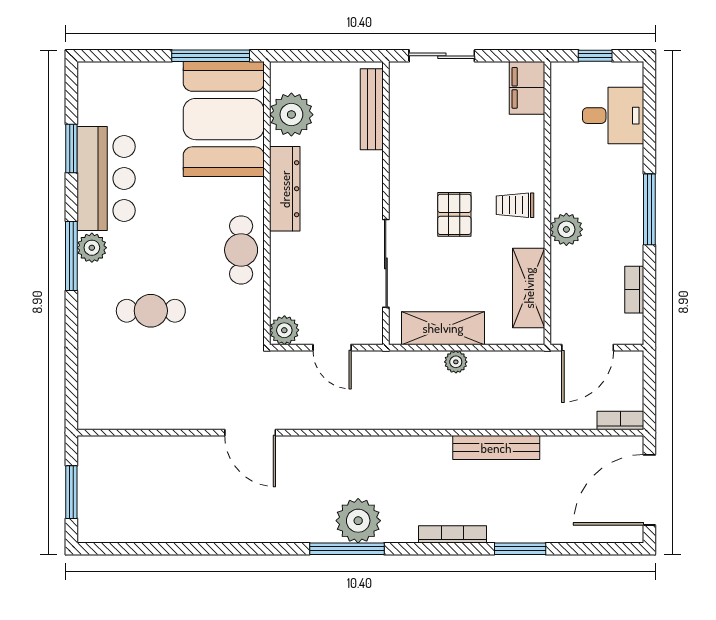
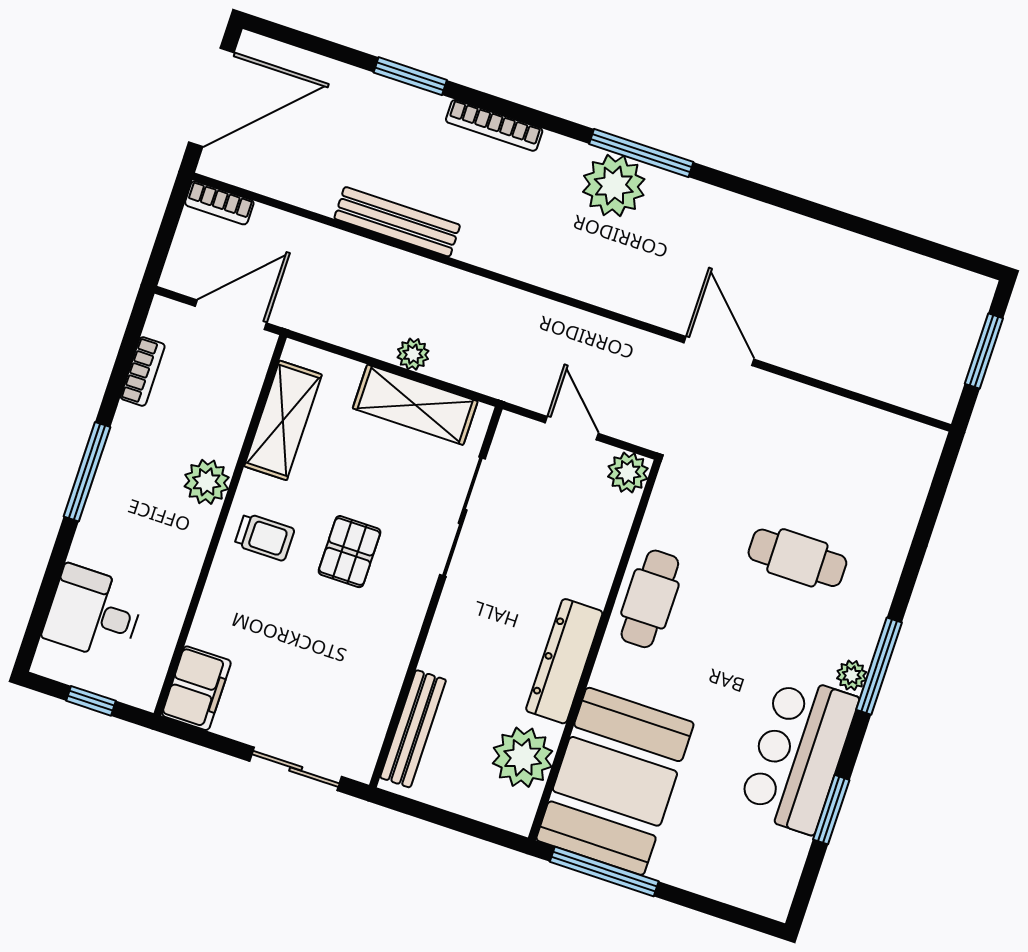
plant: (92, 248) -> (852, 675), width x0.73, depth x0.73

